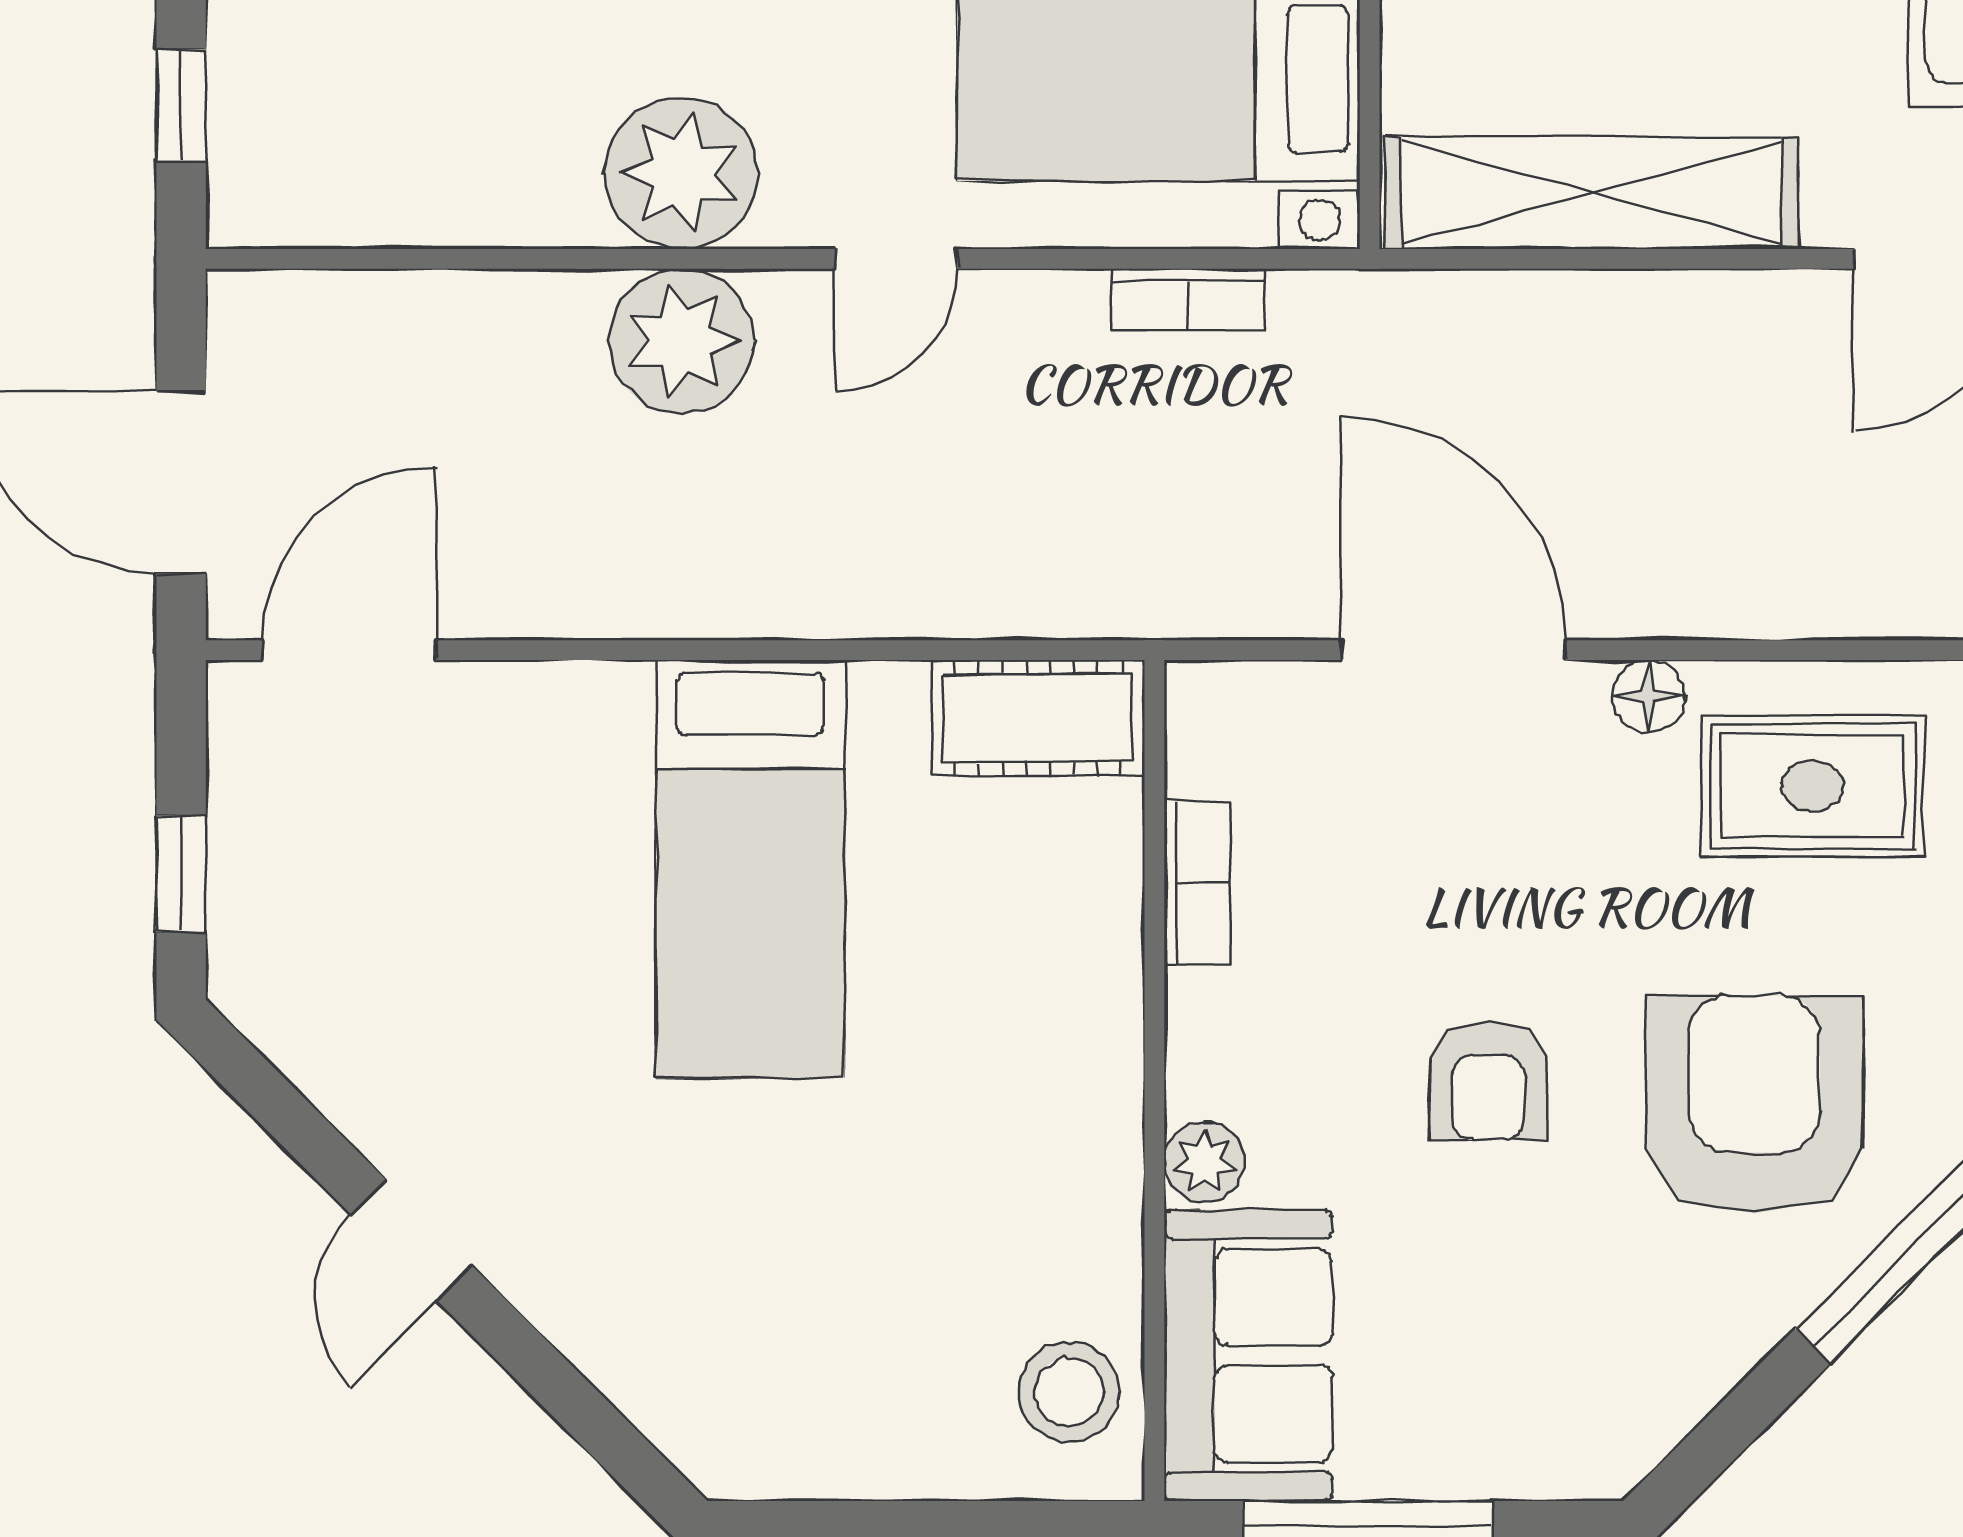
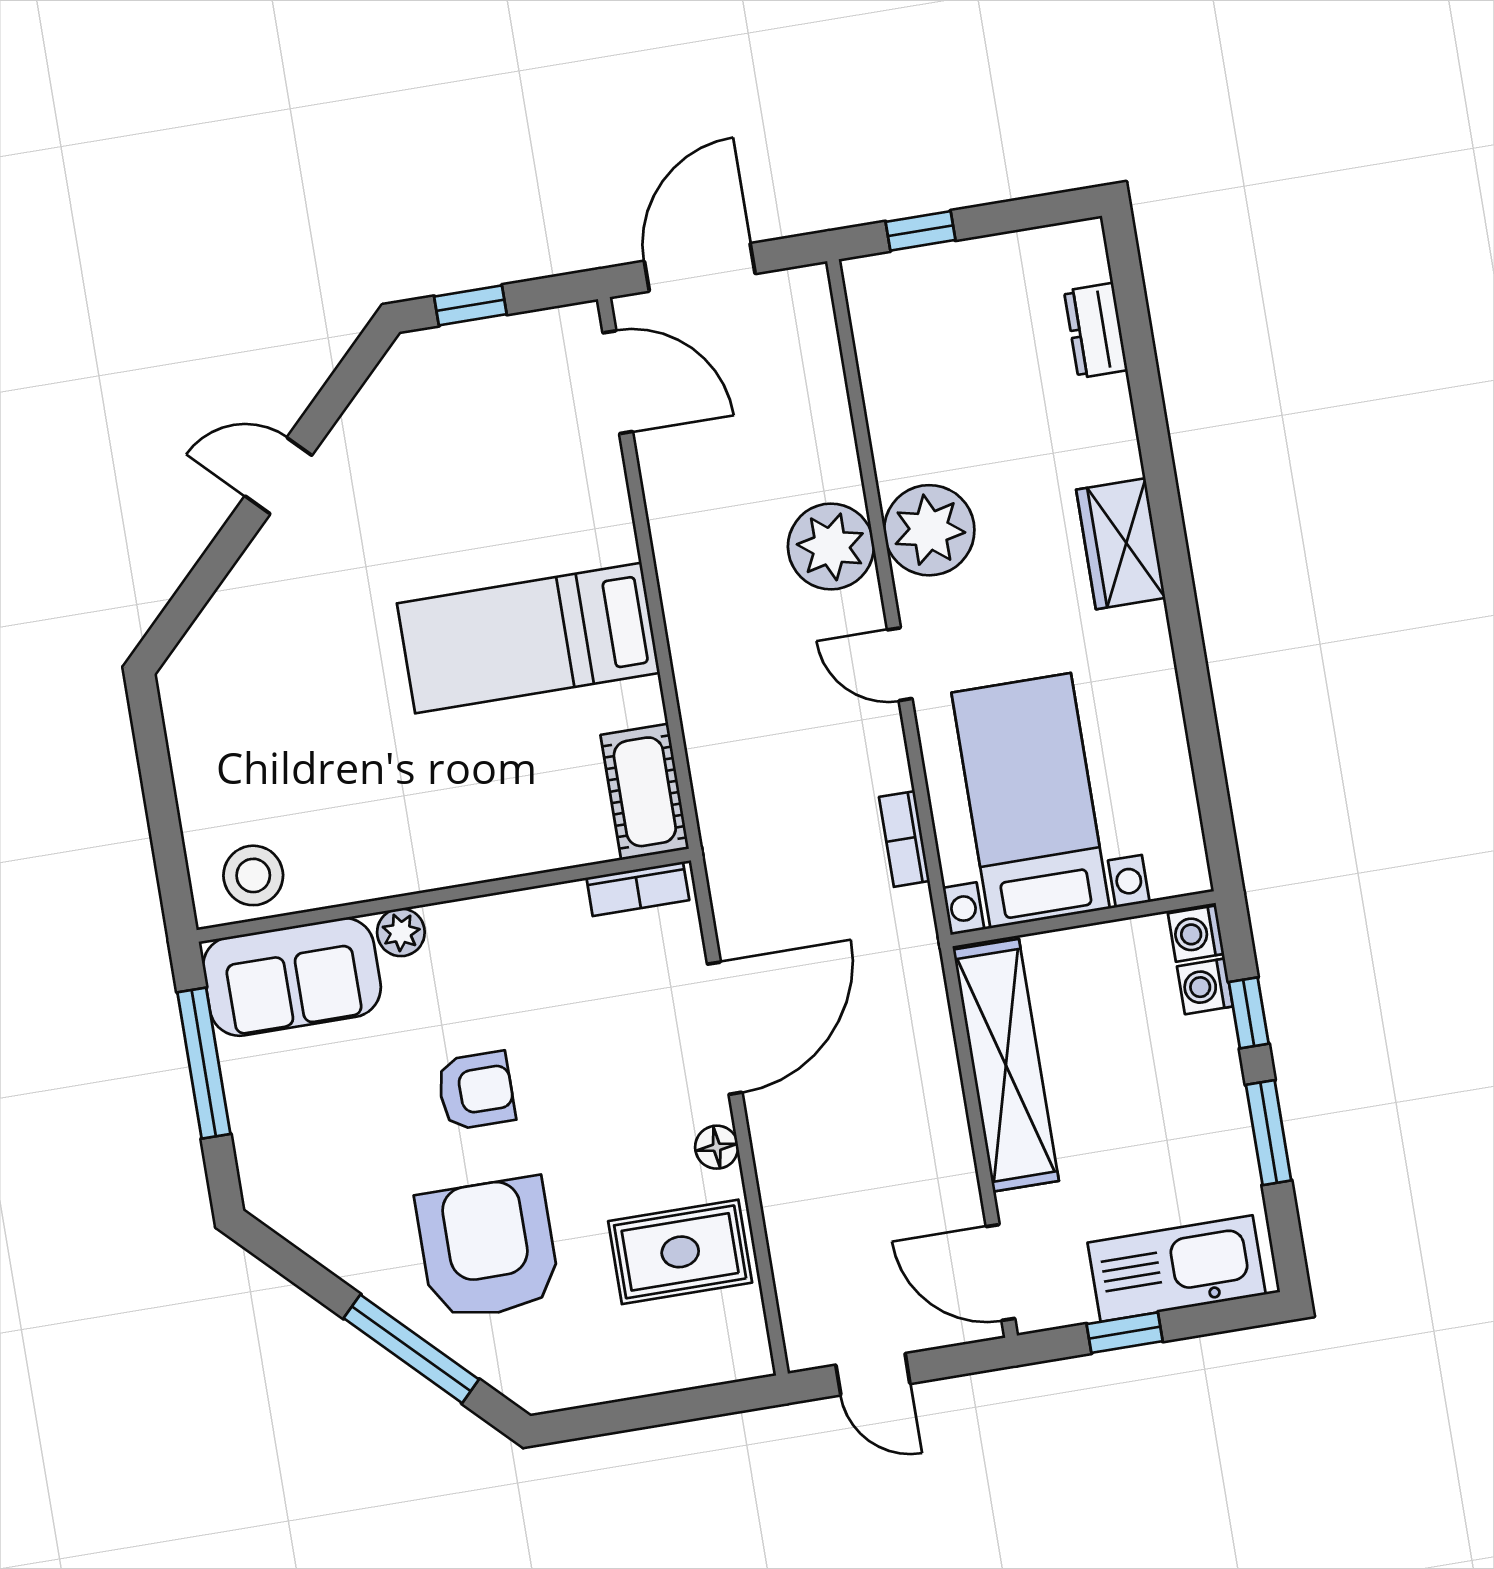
rug: (1812, 786) -> (680, 1252), turned 90
bookcase: (1197, 882) -> (638, 889), moved
armchair: (1488, 1081) -> (476, 1091), turned 180
armchair: (1754, 1104) -> (488, 1249), turned -90

